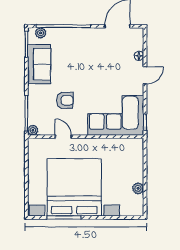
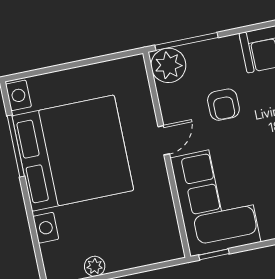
plant: (33, 130) -> (168, 65), width x1.87, depth x1.87
door: (63, 137) -> (164, 140), moved

